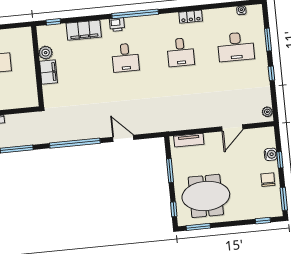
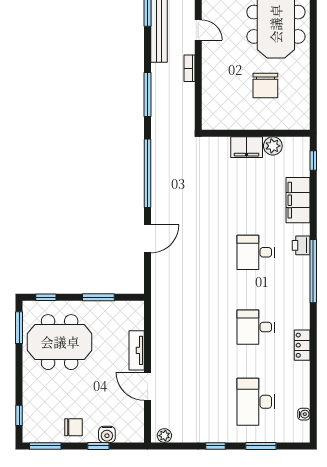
tv unit: (189, 140) -> (137, 350), moved
meeting table: (206, 196) -> (60, 342), turned 90

